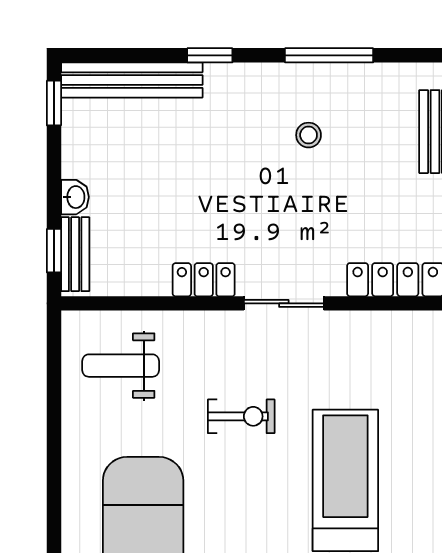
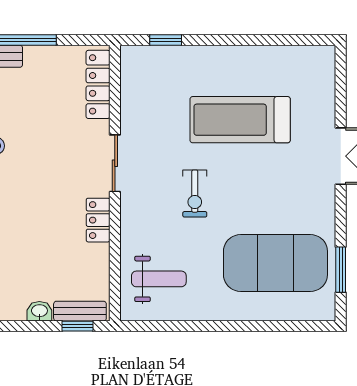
weight bench: (121, 366) -> (159, 279), turned -90
exercise bike: (241, 416) -> (195, 193), turned 180

